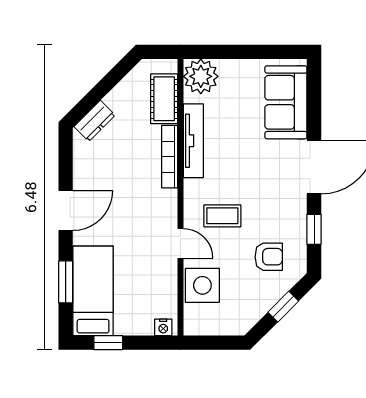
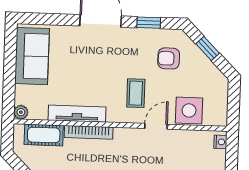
plant: (201, 76) -> (21, 112), width x0.53, depth x0.53
sofa: (286, 102) -> (32, 56), moved, turned -90
armchair: (269, 257) -> (169, 58), turned -90

